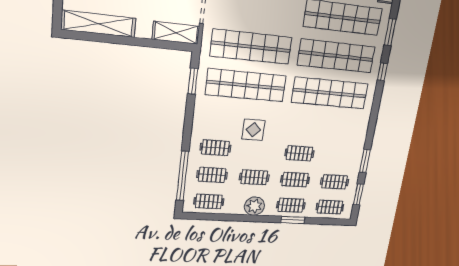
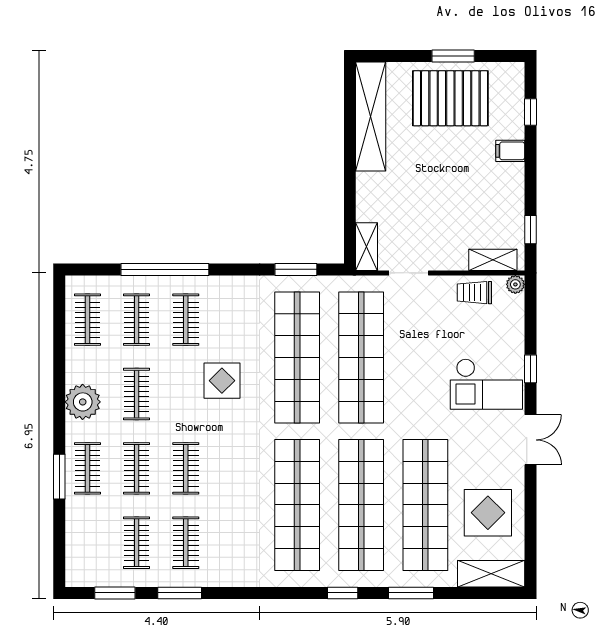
shelving: (176, 33) -> (367, 247), width x0.67, depth x0.75
window: (182, 176) -> (165, 269), moved
clothes rail: (330, 207) -> (186, 543), moved

